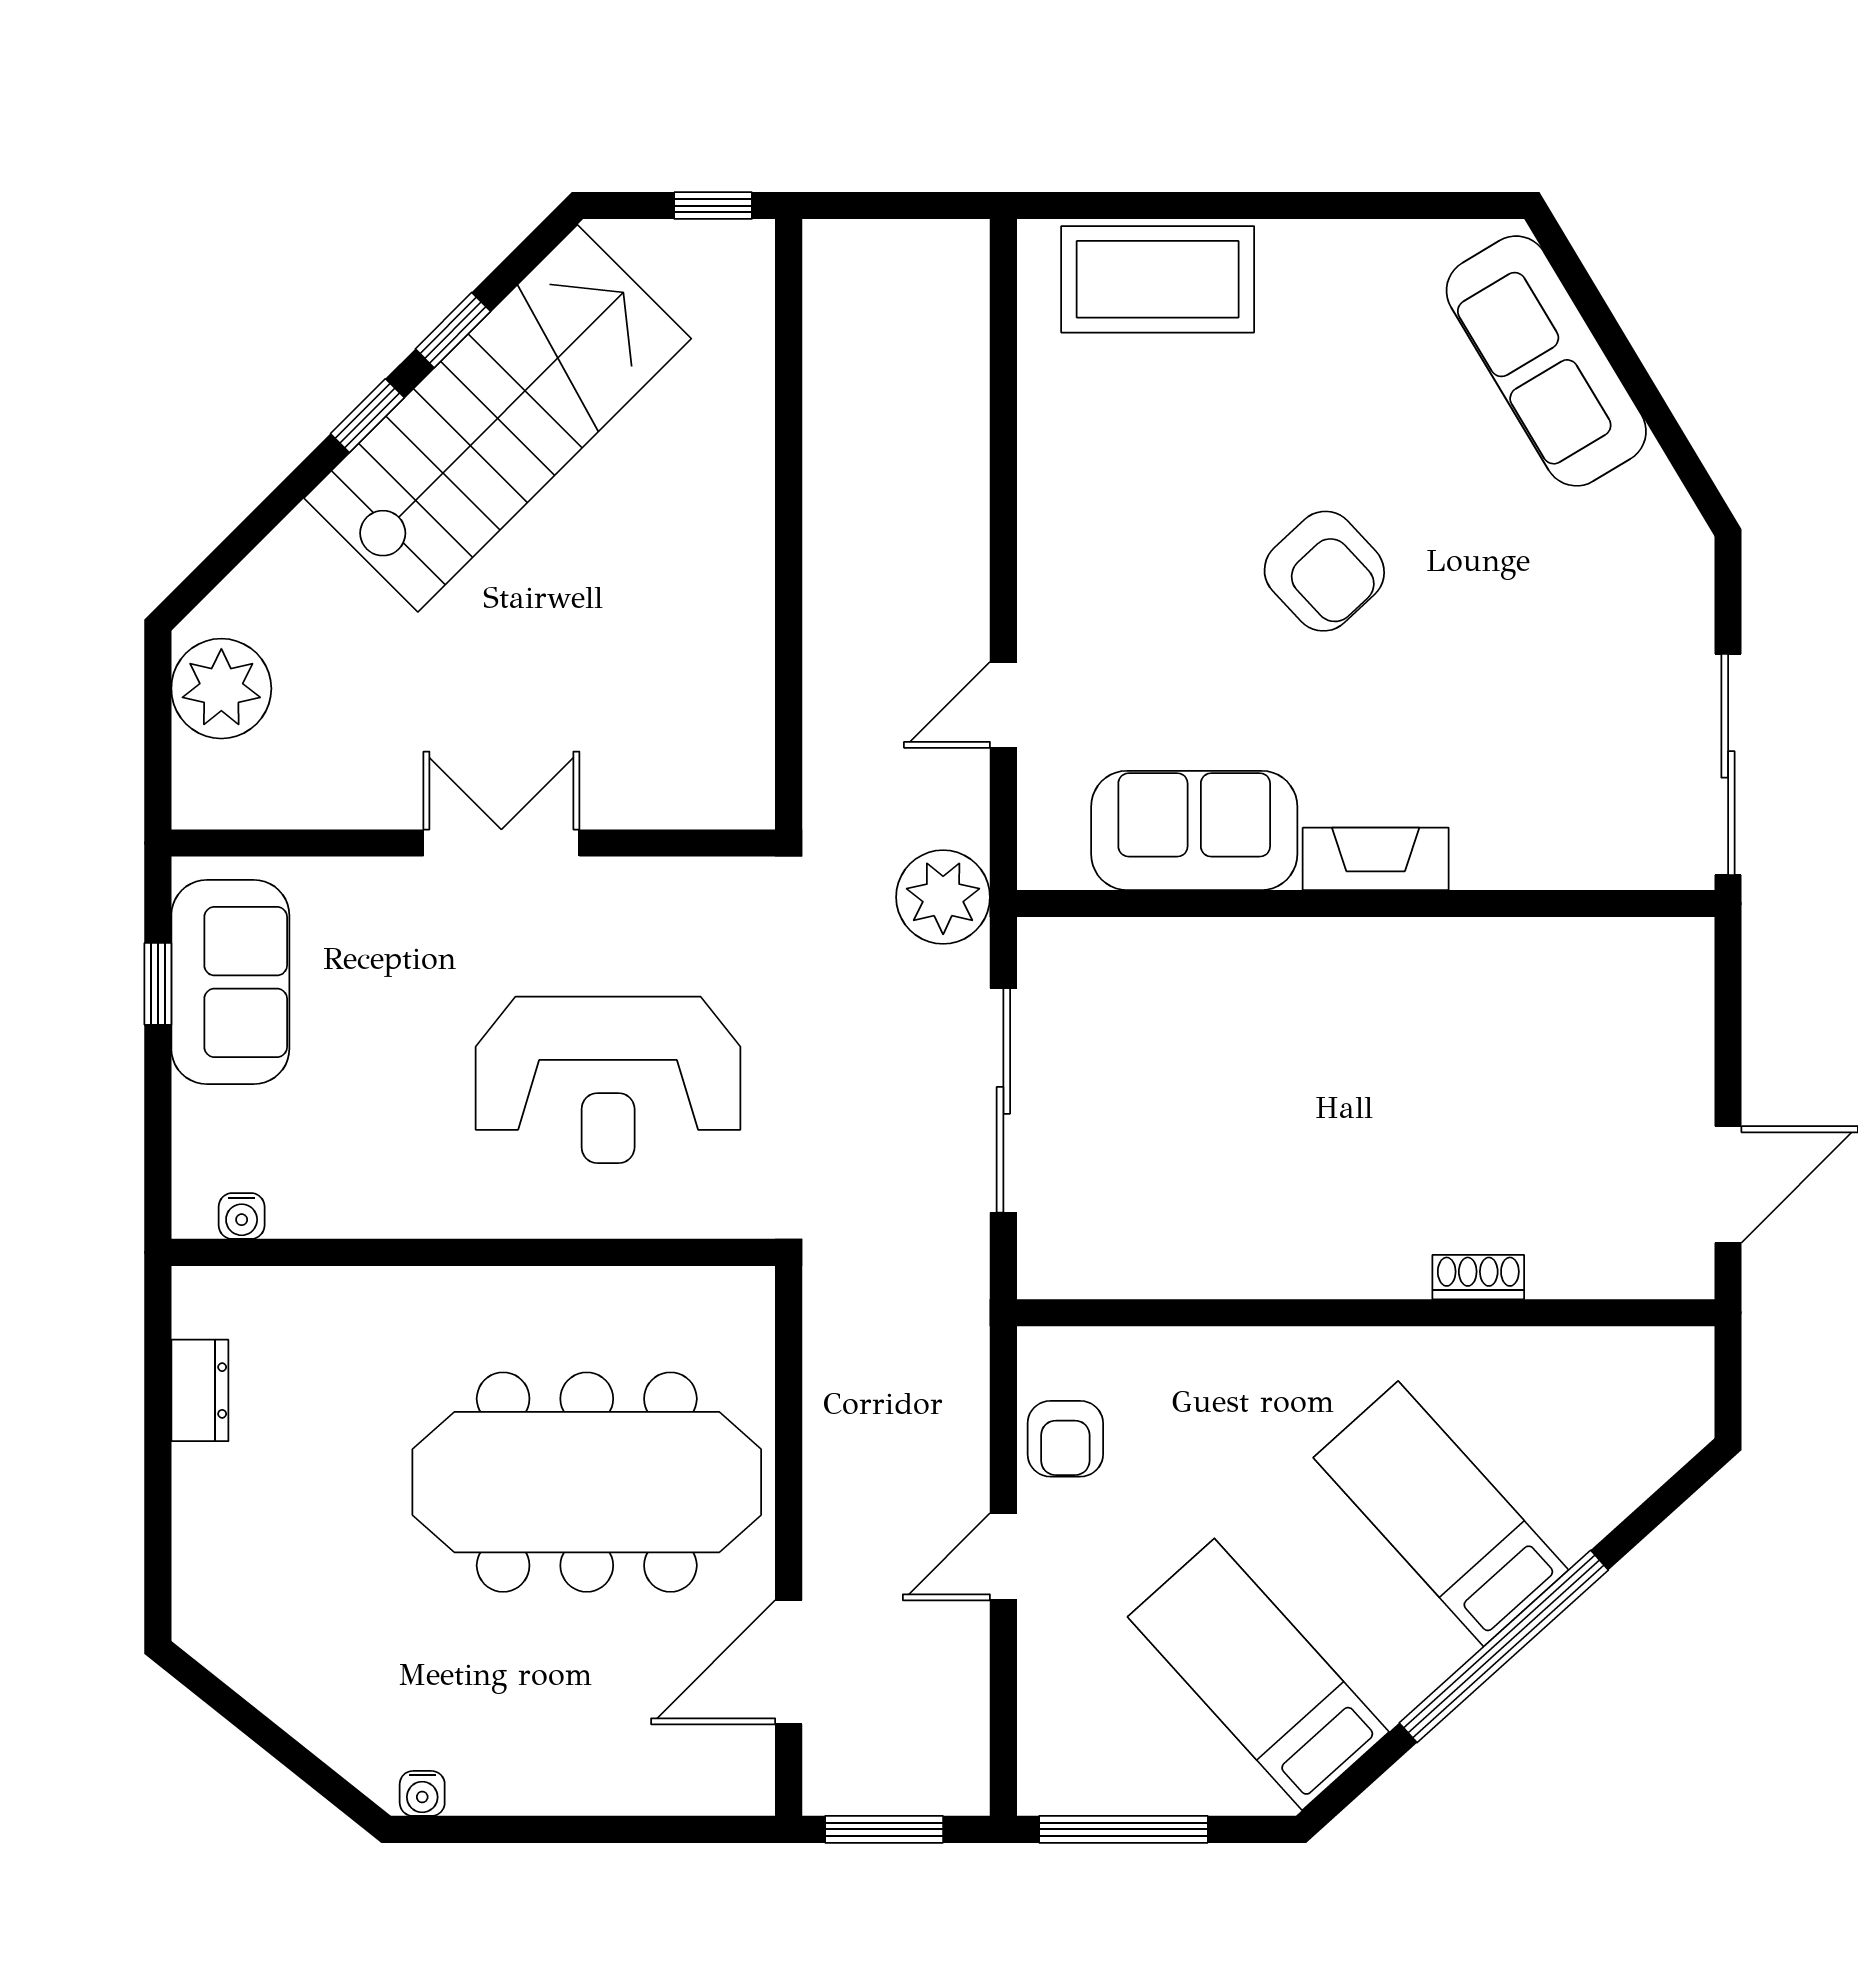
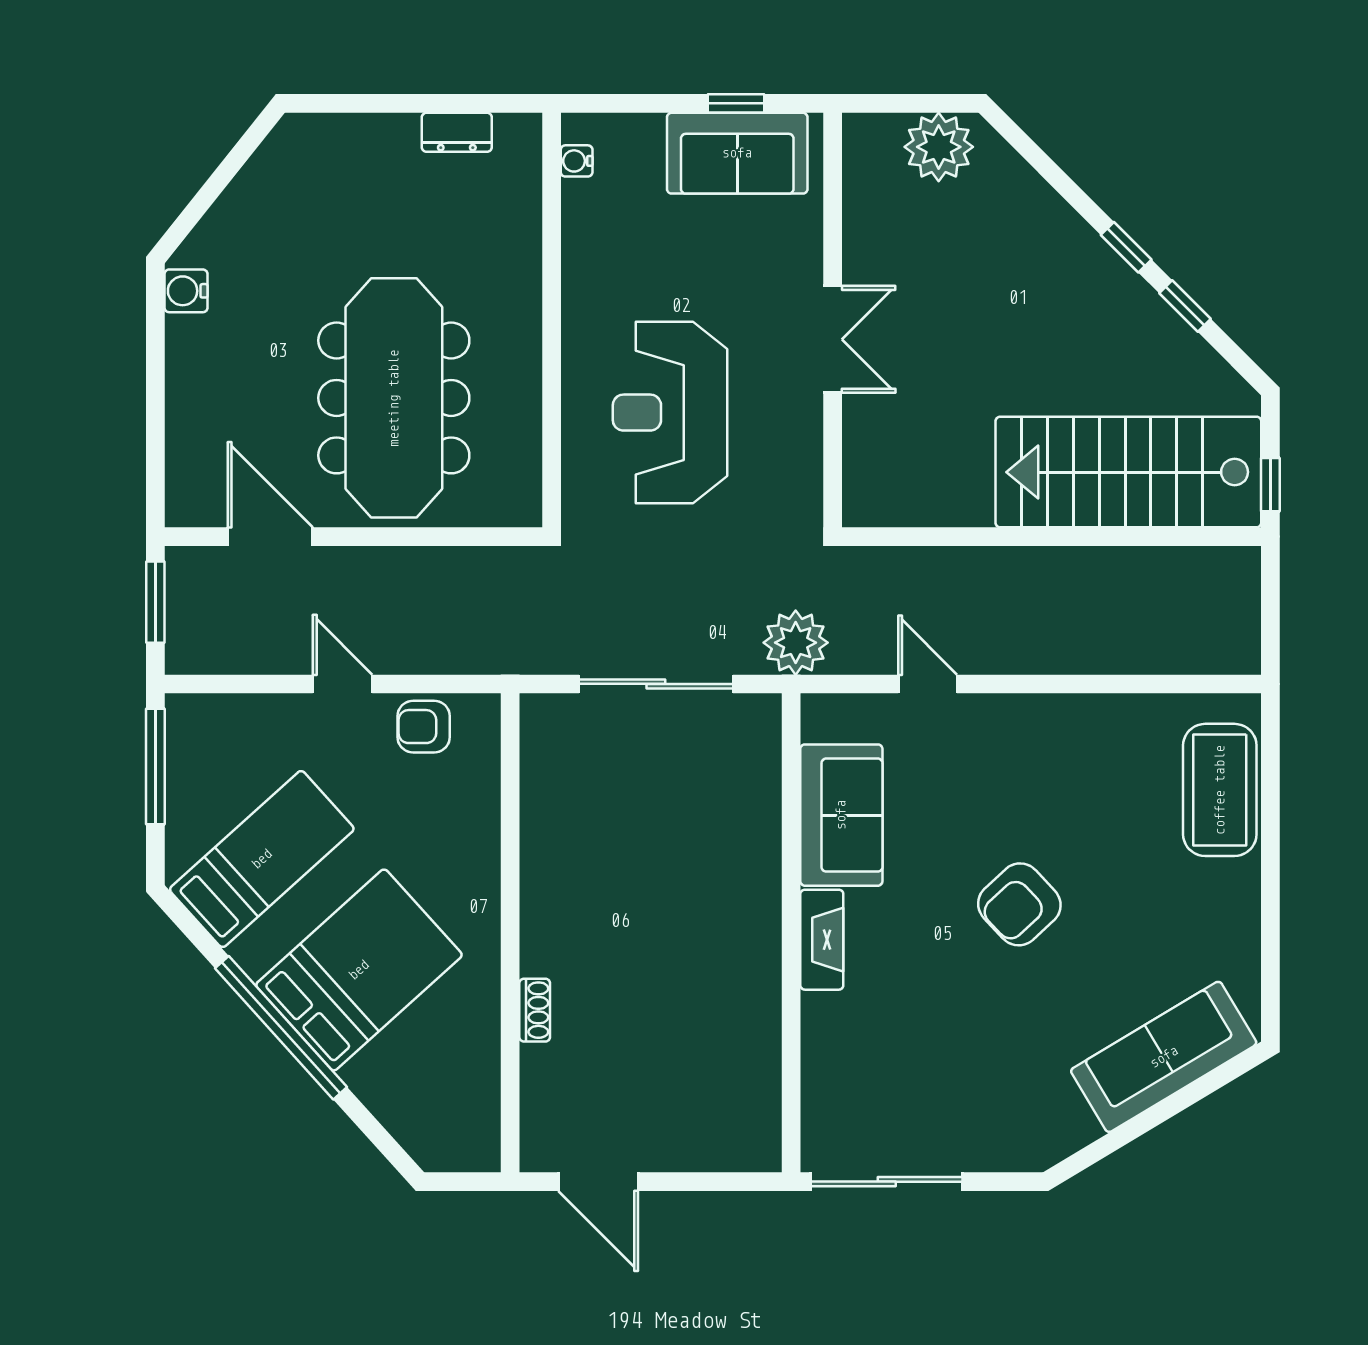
stairs: (498, 418) -> (1128, 472), moved, turned 135
bed: (1441, 1514) -> (359, 970), width x1.50
water cooler: (422, 1793) -> (186, 291), width x1.38, depth x1.38

